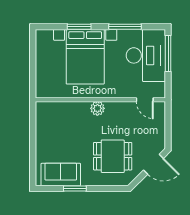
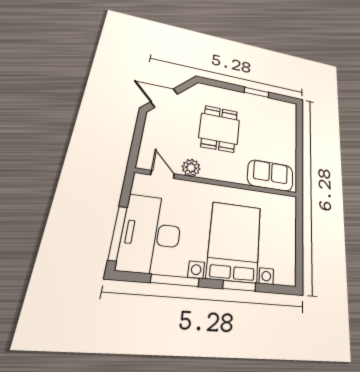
plant: (97, 108) -> (191, 168), moved
dining table: (113, 156) -> (219, 129), moved, turned 90
sofa: (61, 175) -> (270, 175), moved, turned 180

